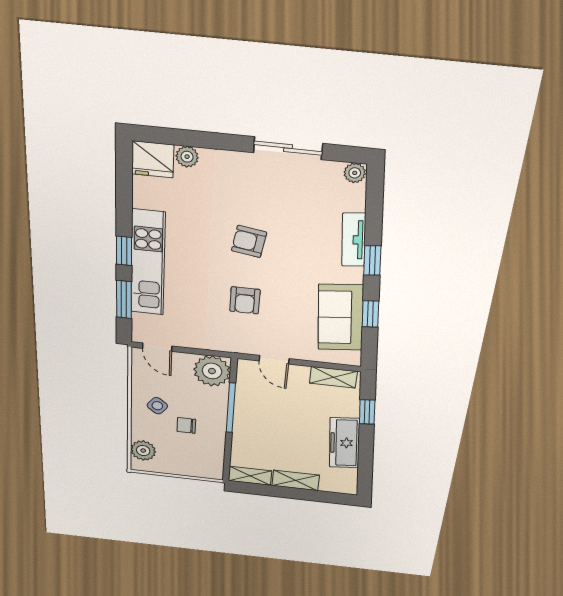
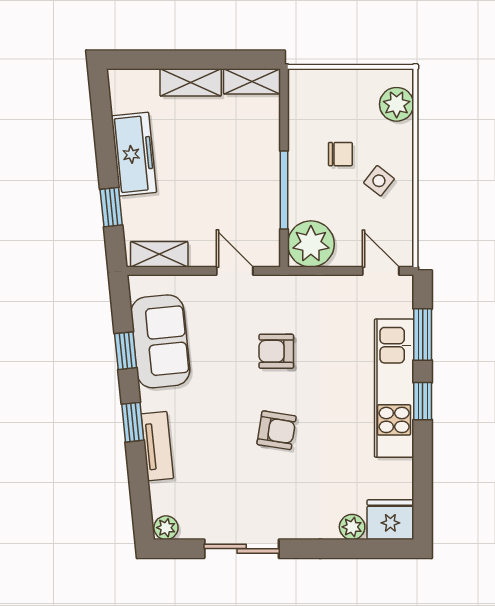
armchair: (245, 300) -> (276, 351), turned -90

